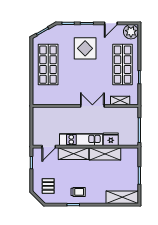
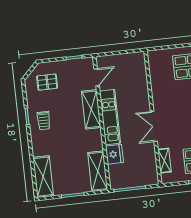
double door: (92, 106) -> (154, 126), swing flipped
door: (49, 147) -> (97, 77), swing flipped
shelving: (105, 154) -> (98, 171), moved

